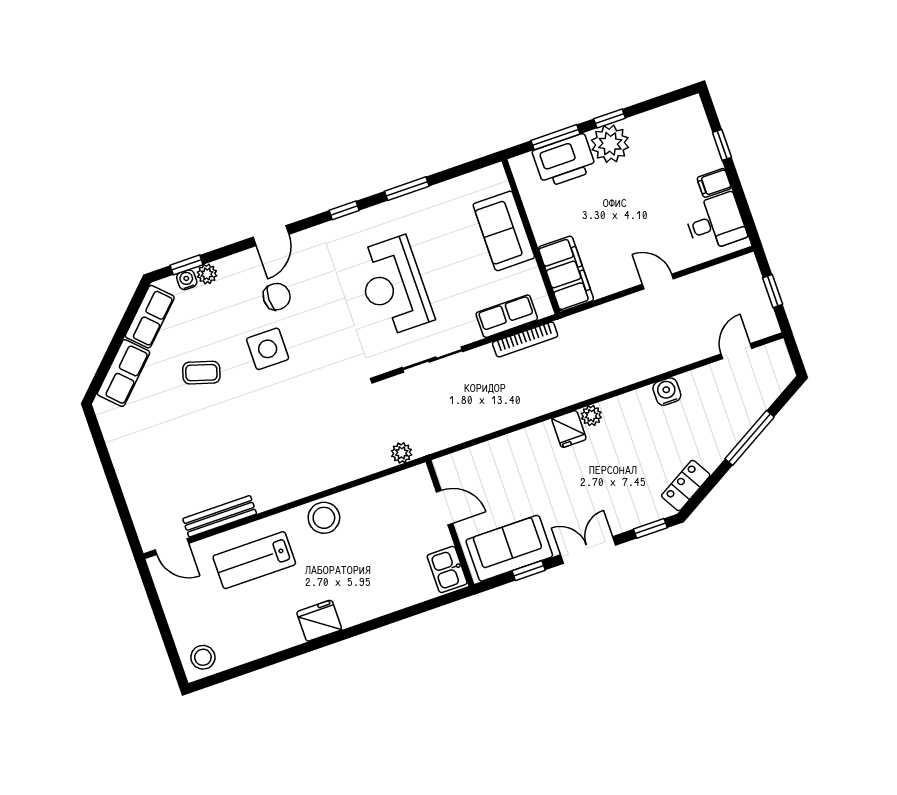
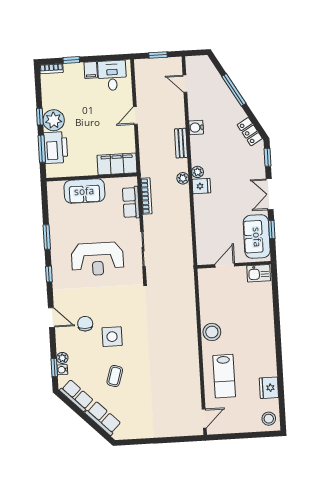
bookcase: (698, 115) -> (51, 69), added
plant: (402, 453) -> (183, 178), moved
bench: (220, 516) -> (181, 143), moved, width x0.73
fridge: (319, 621) -> (269, 388), moved

